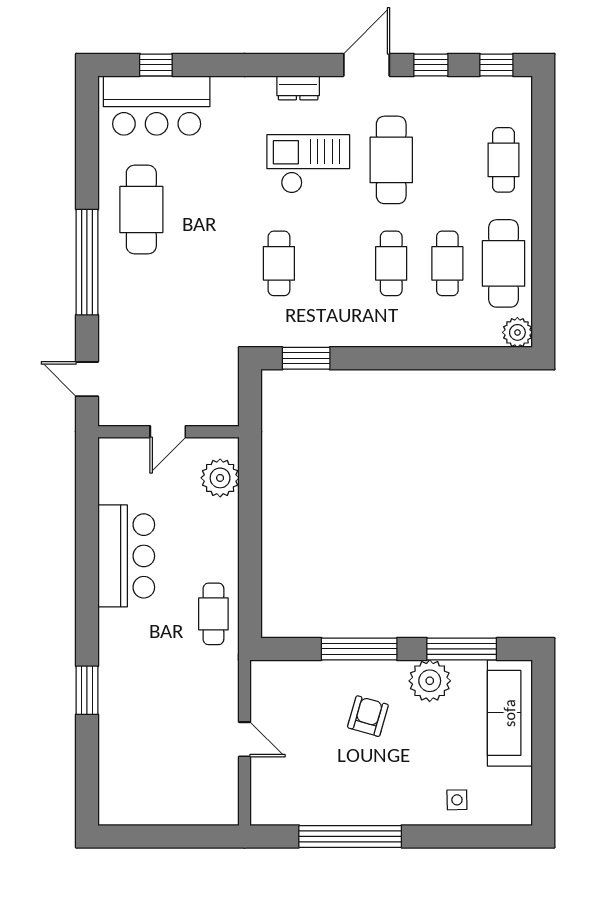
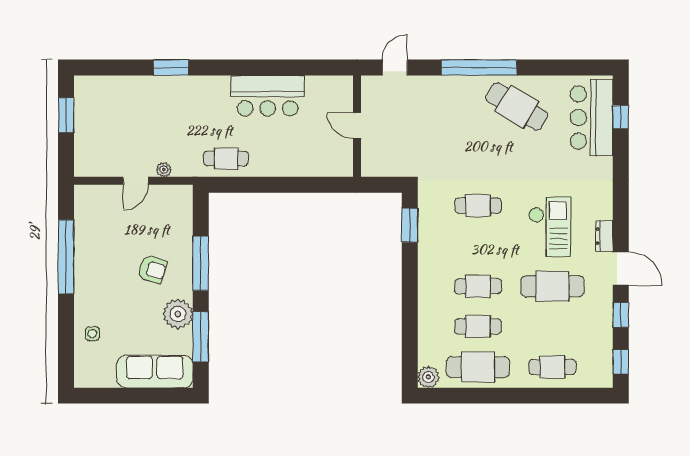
dresser: (298, 88) -> (604, 236), moved
cafe table: (141, 210) -> (517, 107), turned 31
plant: (220, 478) -> (164, 170), moved, width x0.53, depth x0.53
window: (153, 836) -> (66, 115), added

